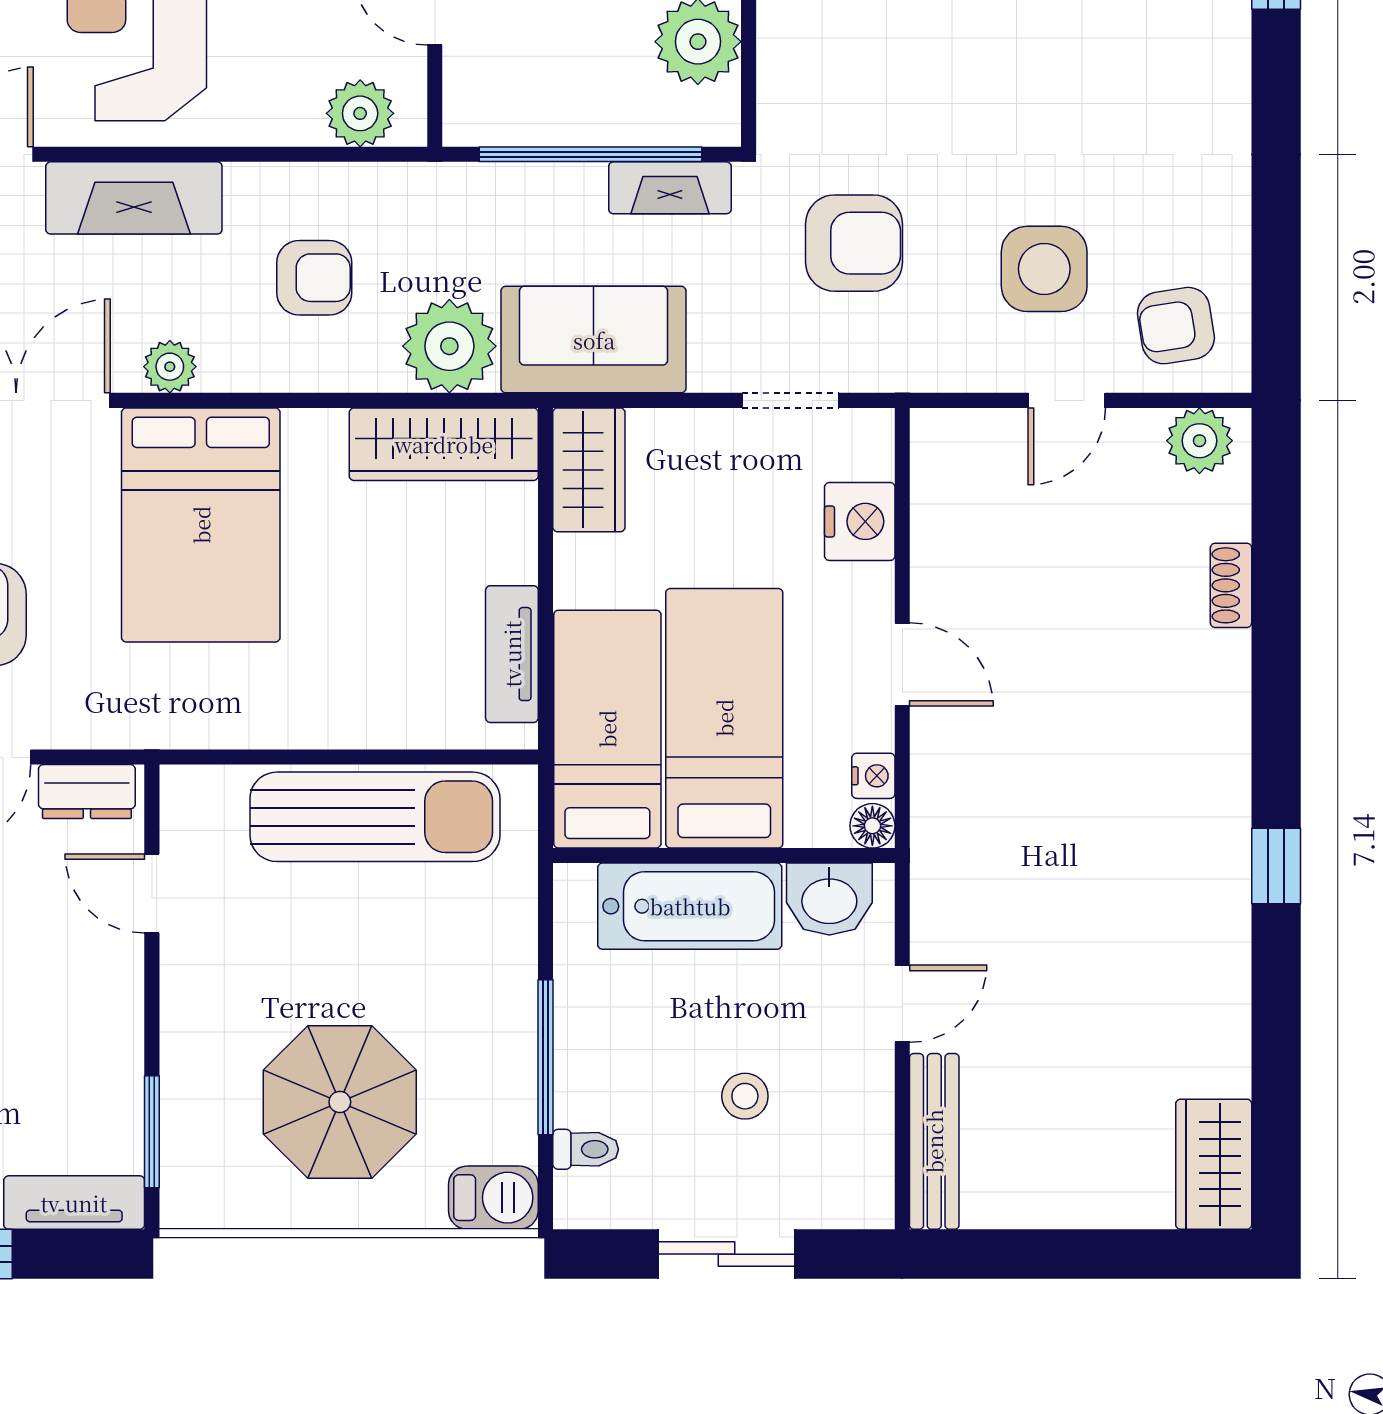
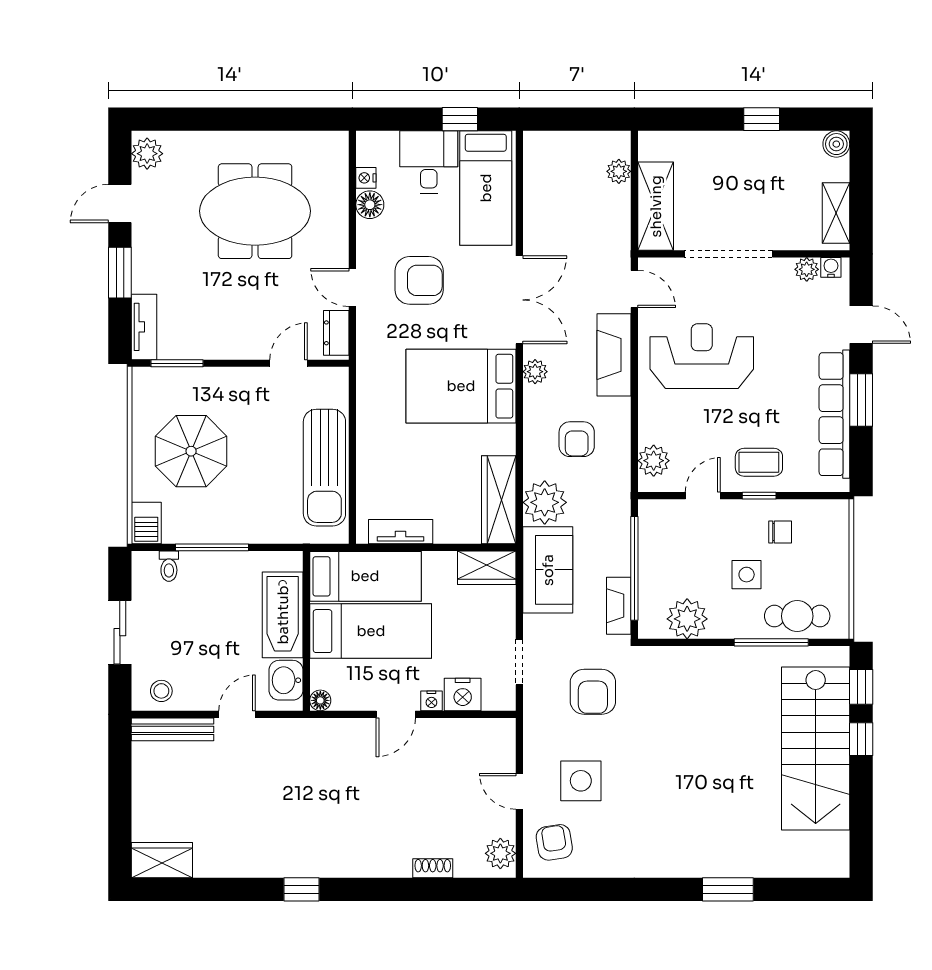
nightstand: (873, 776) -> (431, 701), moved
door: (902, 1004) -> (237, 714), swing flipped
stool: (745, 1096) -> (161, 691), moved

